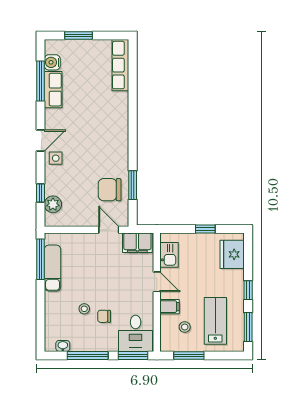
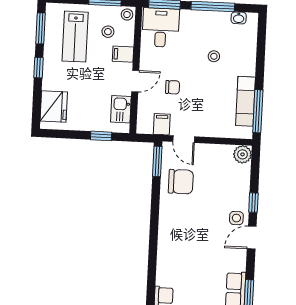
window: (133, 185) -> (157, 161), moved
window: (41, 193) -> (253, 203), moved
plant: (53, 204) -> (243, 154), moved
window: (205, 229) -> (101, 136), moved
filing cabinet: (137, 243) -> (162, 124), width x0.50
door: (157, 282) -> (135, 81), swing flipped
chair: (104, 316) -> (173, 87), moved
stool: (168, 344) -> (127, 15), added

